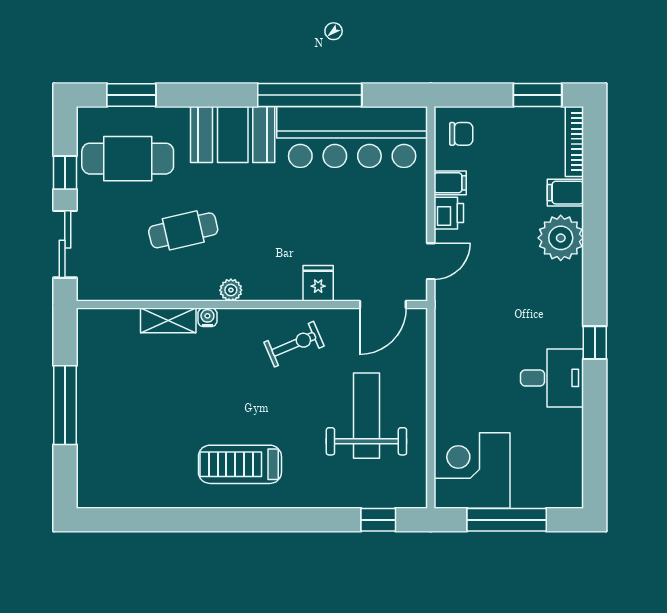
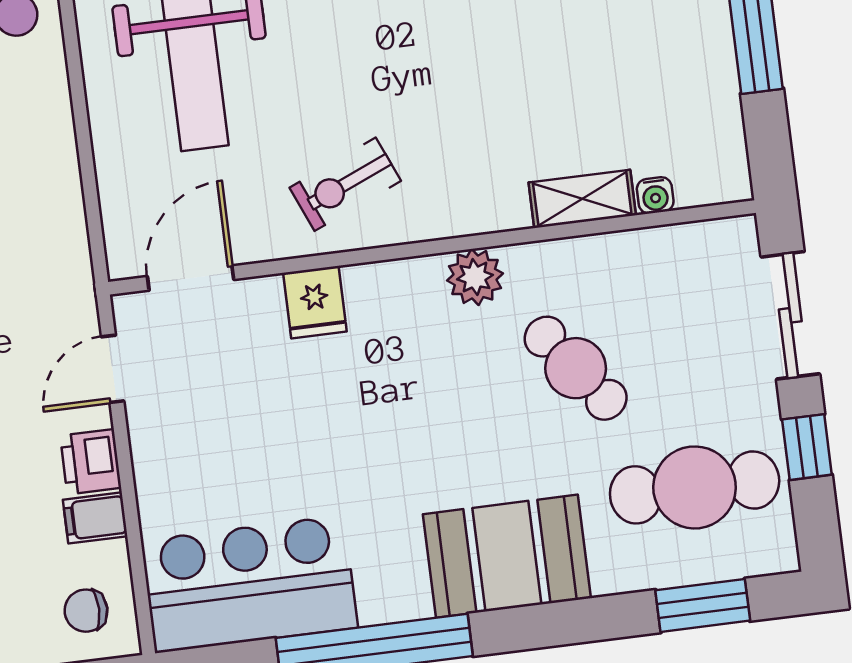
bar counter: (352, 137) -> (249, 584), width x0.73
cafe table: (183, 230) -> (576, 368), turned 66
plant: (231, 290) -> (475, 277), width x1.38, depth x1.38
water cooler: (207, 317) -> (655, 195), moved

